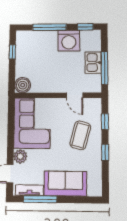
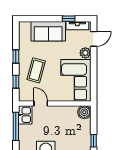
kitchen sink: (93, 63) -> (25, 115), moved
window: (40, 199) -> (69, 19), width x0.46

